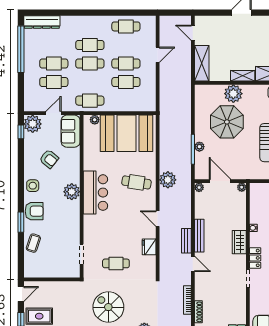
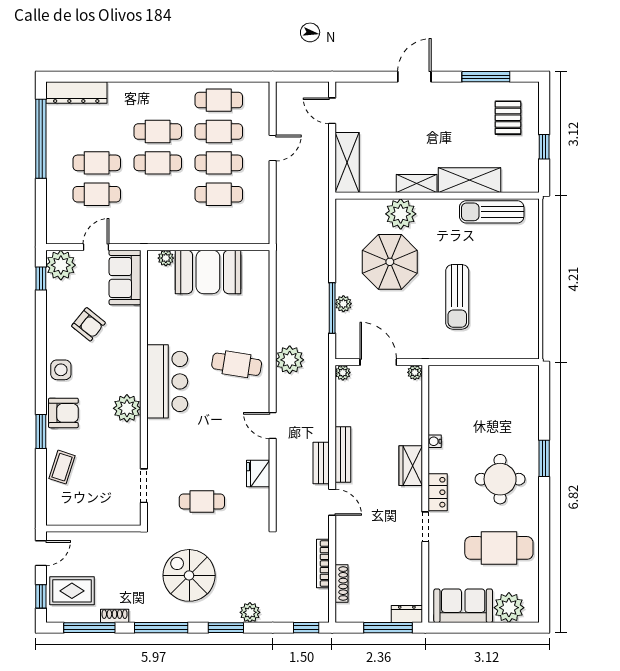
cafe table: (90, 101) -> (219, 131), moved
booth: (126, 133) -> (208, 272), width x0.73, depth x0.70
plant: (72, 192) -> (127, 408), moved

